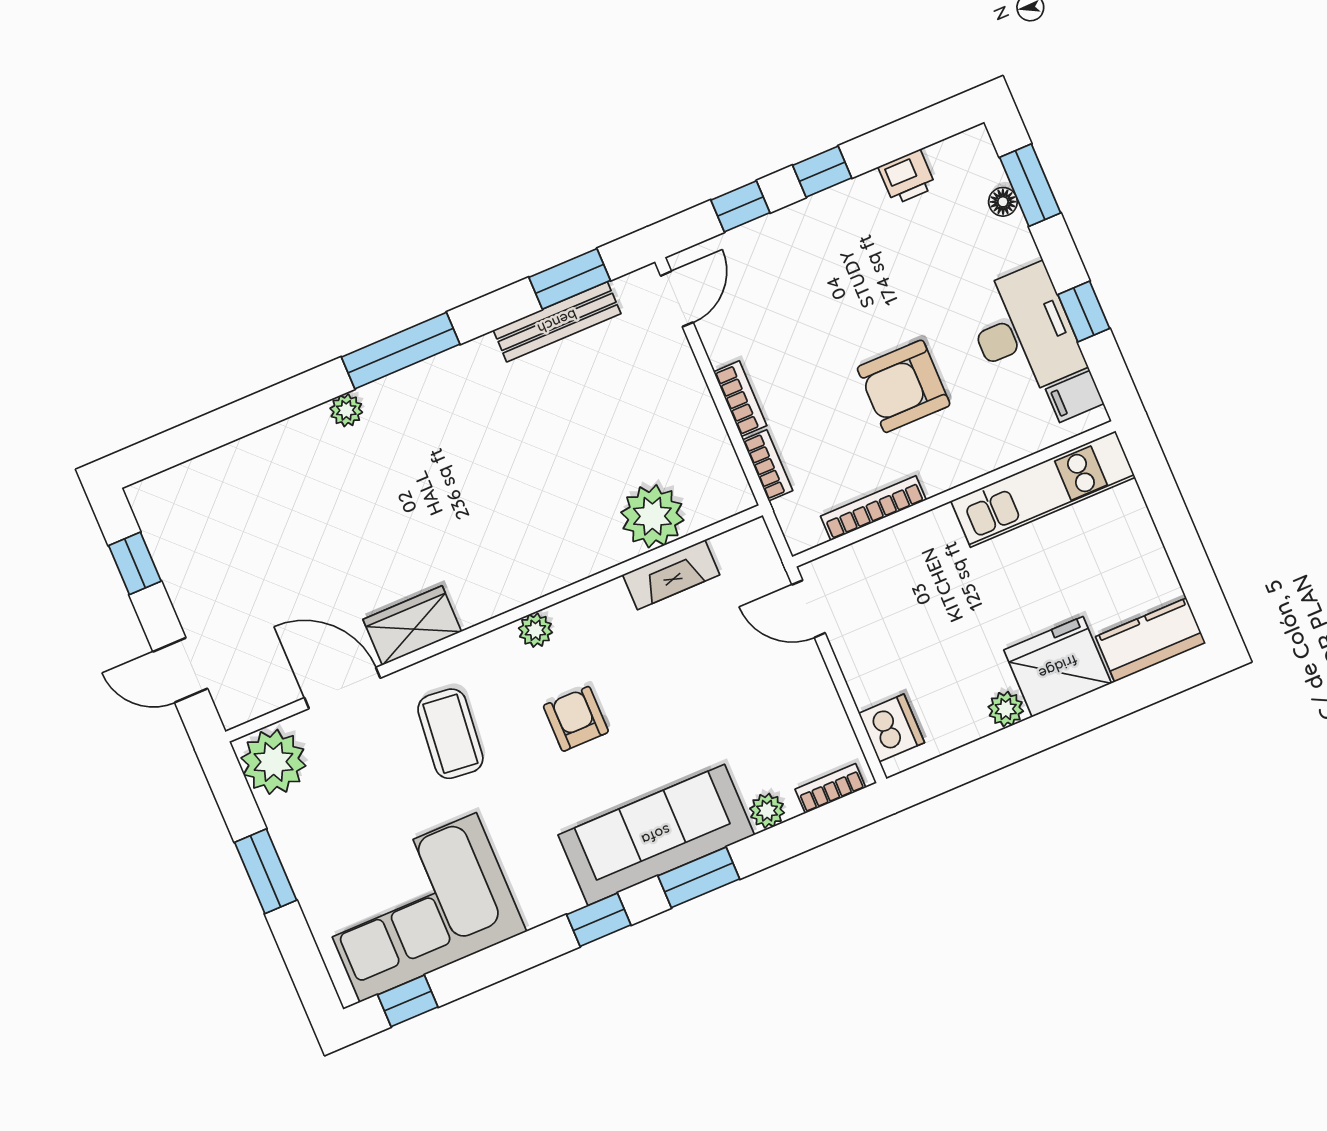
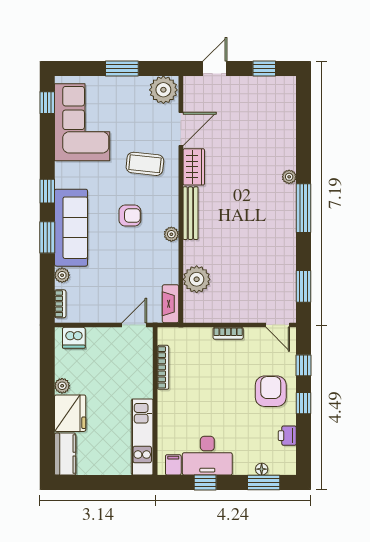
bench: (557, 322) -> (190, 213), moved
armchair: (904, 386) -> (271, 391), moved
bookcase: (768, 465) -> (197, 333), removed
fireplace: (671, 575) -> (171, 304), moved
plant: (535, 630) -> (171, 234), moved

